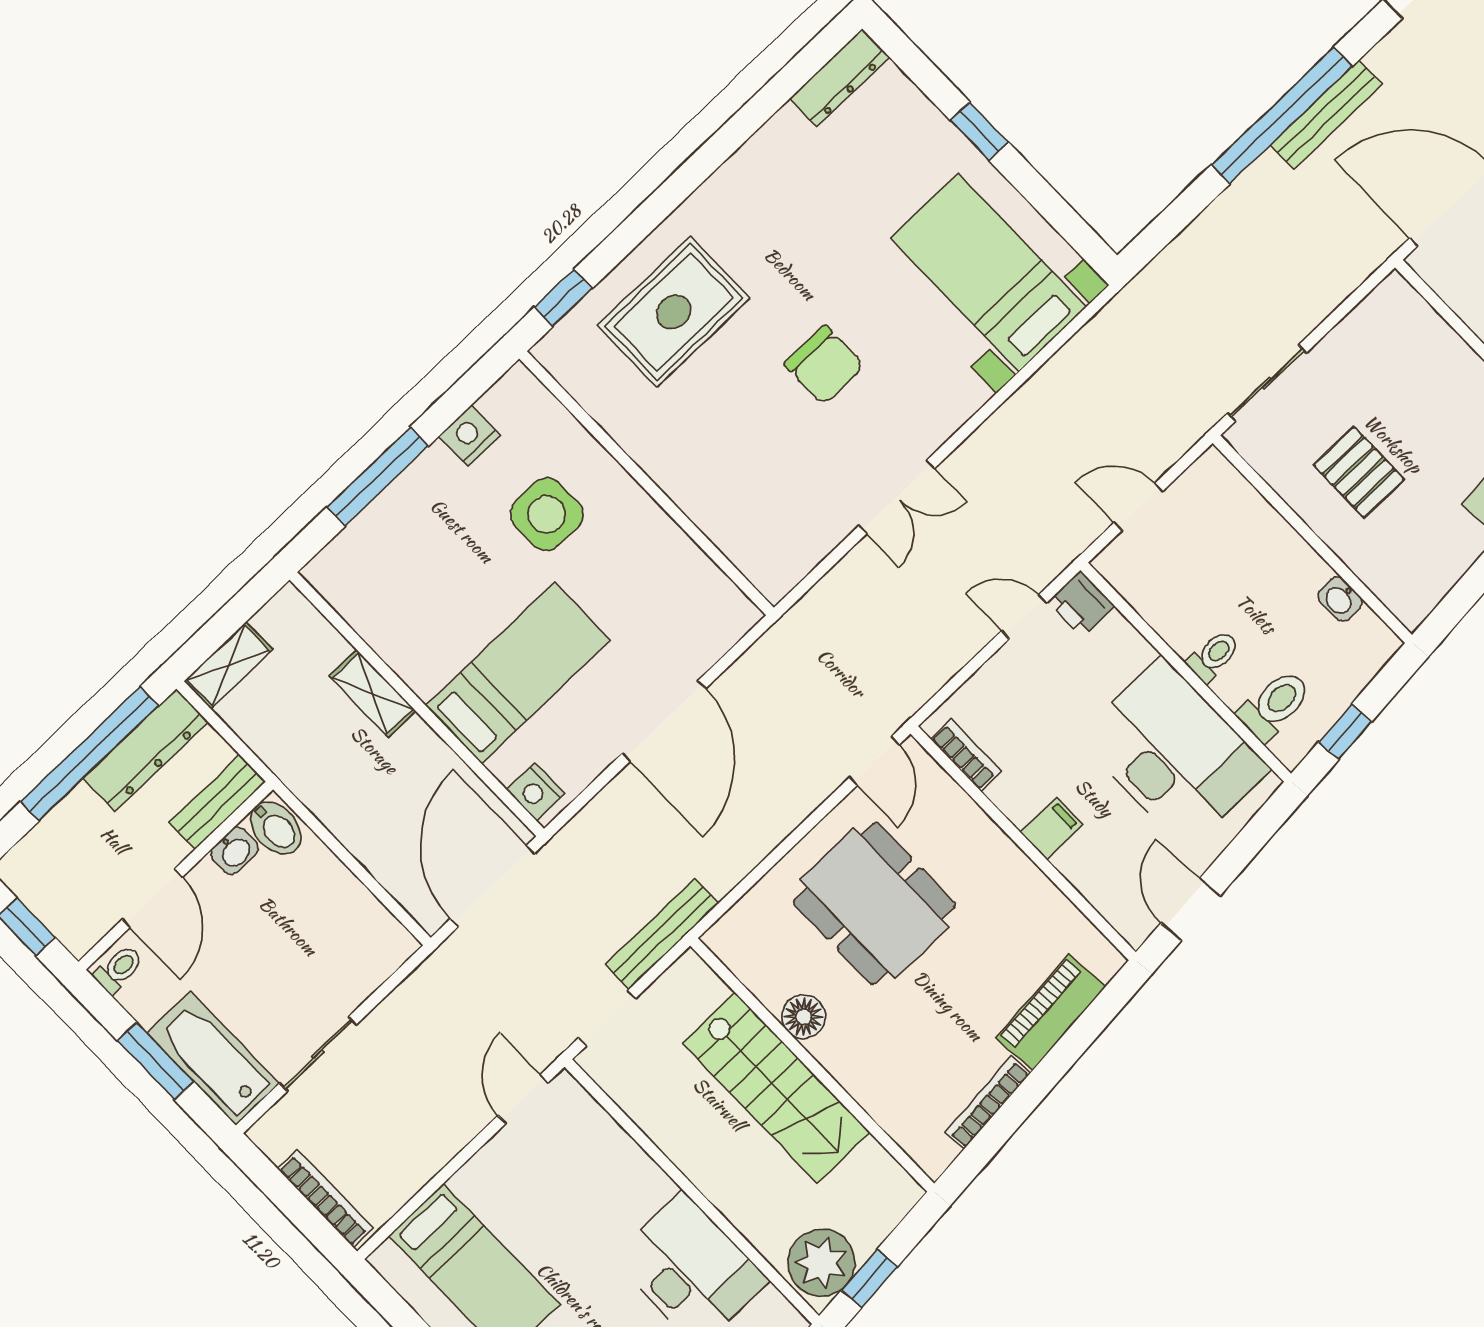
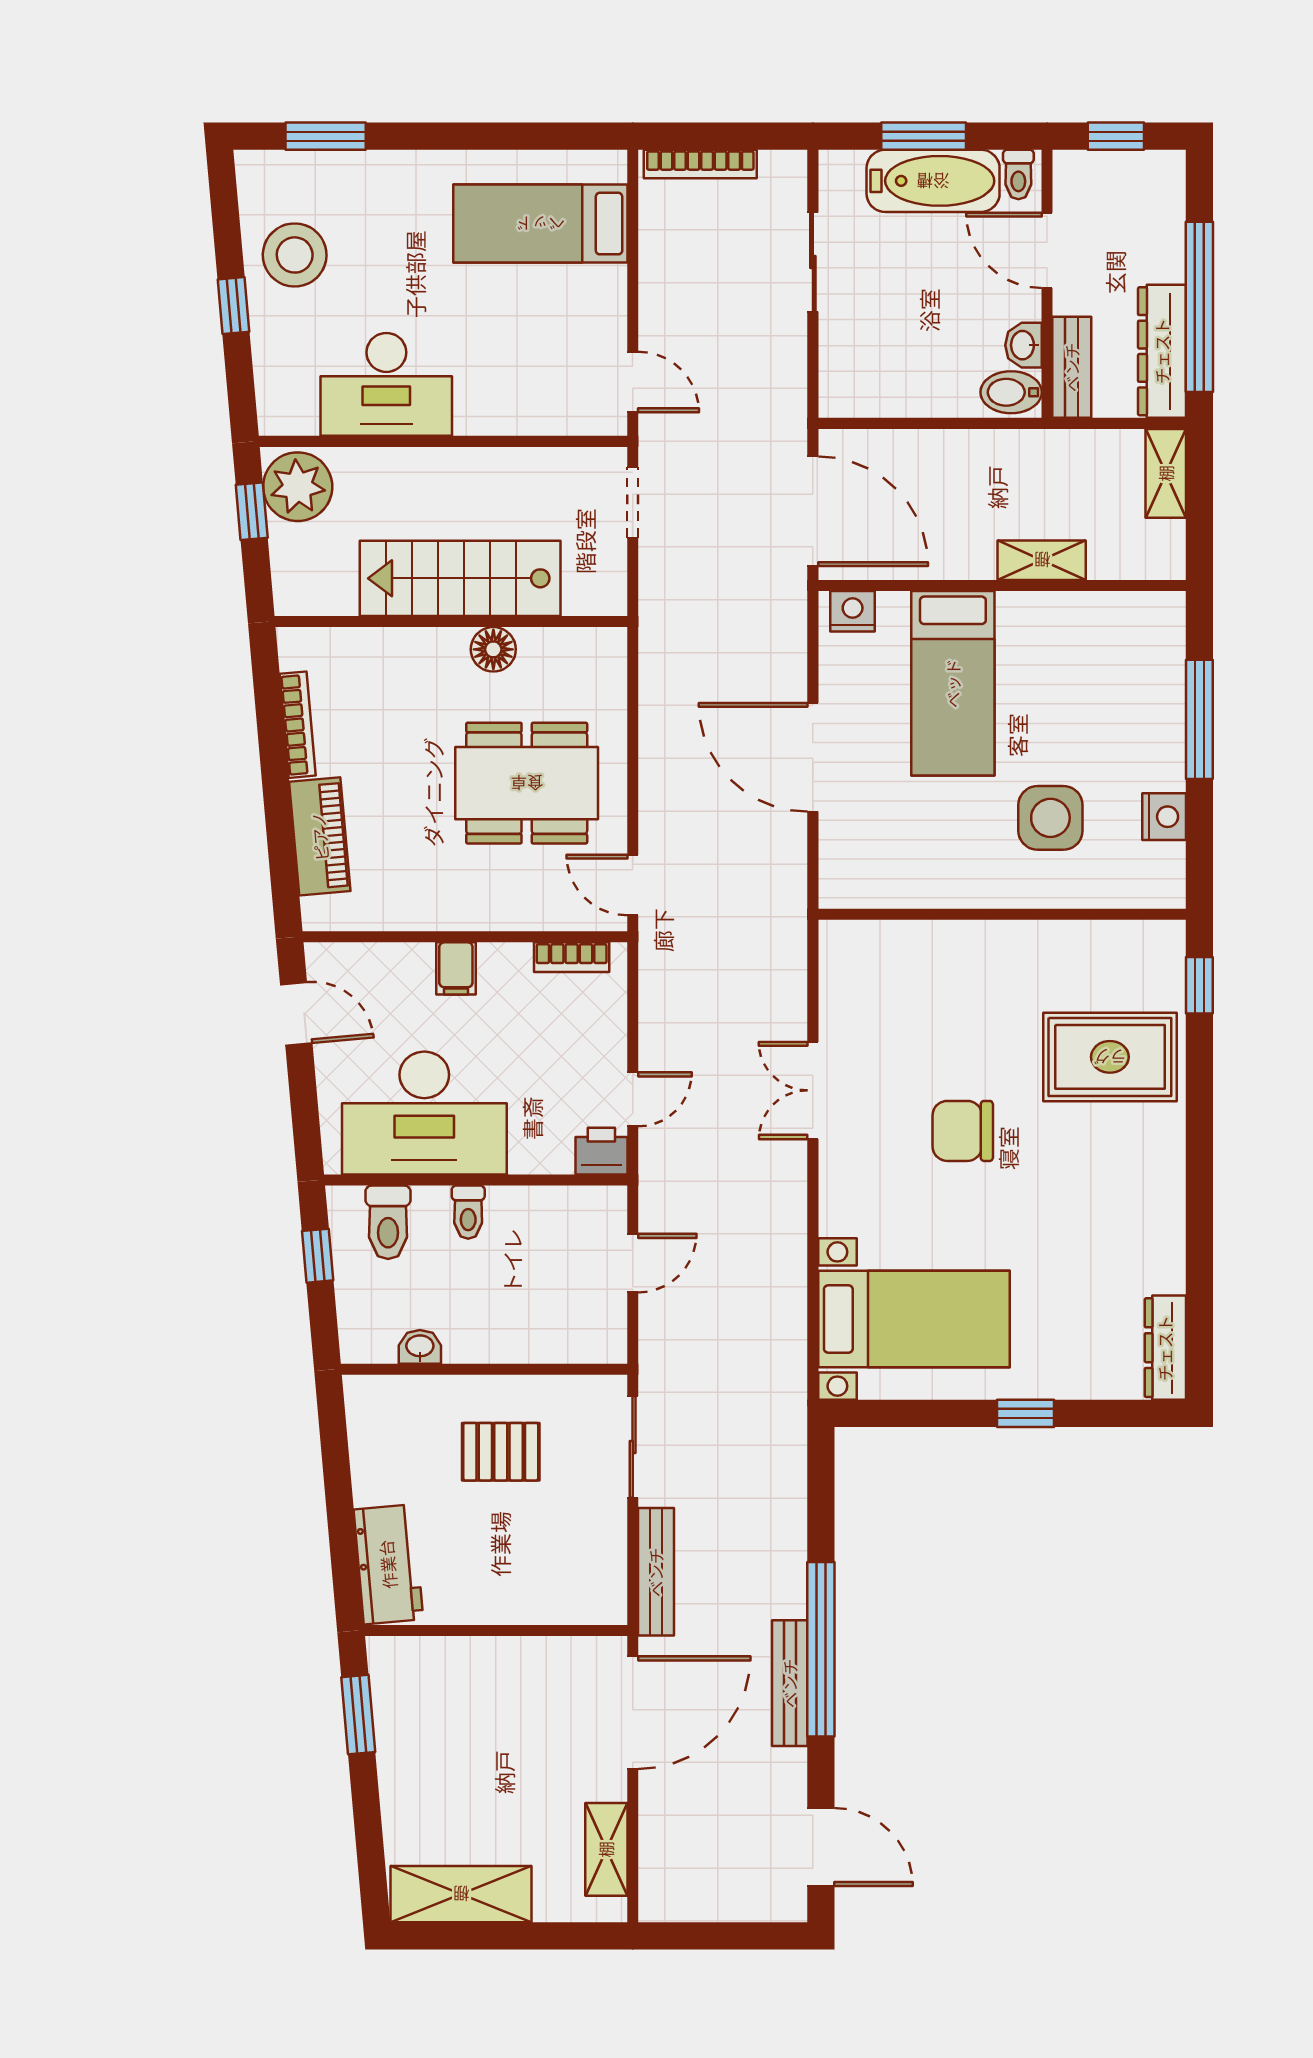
rug: (674, 312) -> (1110, 1057), turned 90
bench: (662, 934) -> (656, 1572), moved
bathtub: (213, 1058) -> (933, 181), moved

